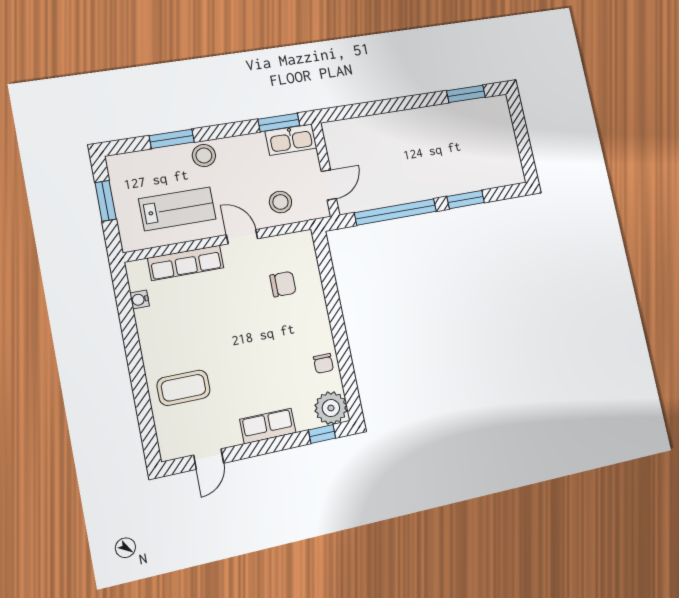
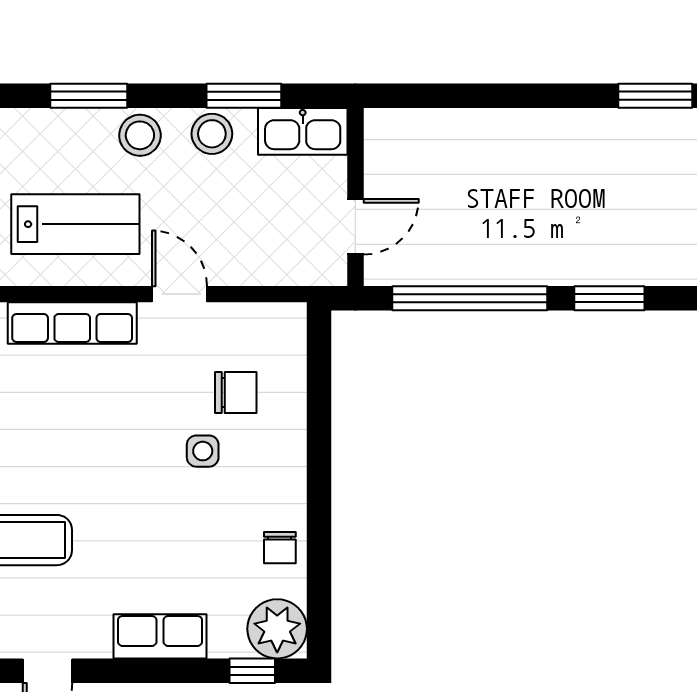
window: (279, 122) -> (244, 96), moved
stool: (280, 202) -> (212, 134), moved
side table: (271, 319) -> (203, 451), added

